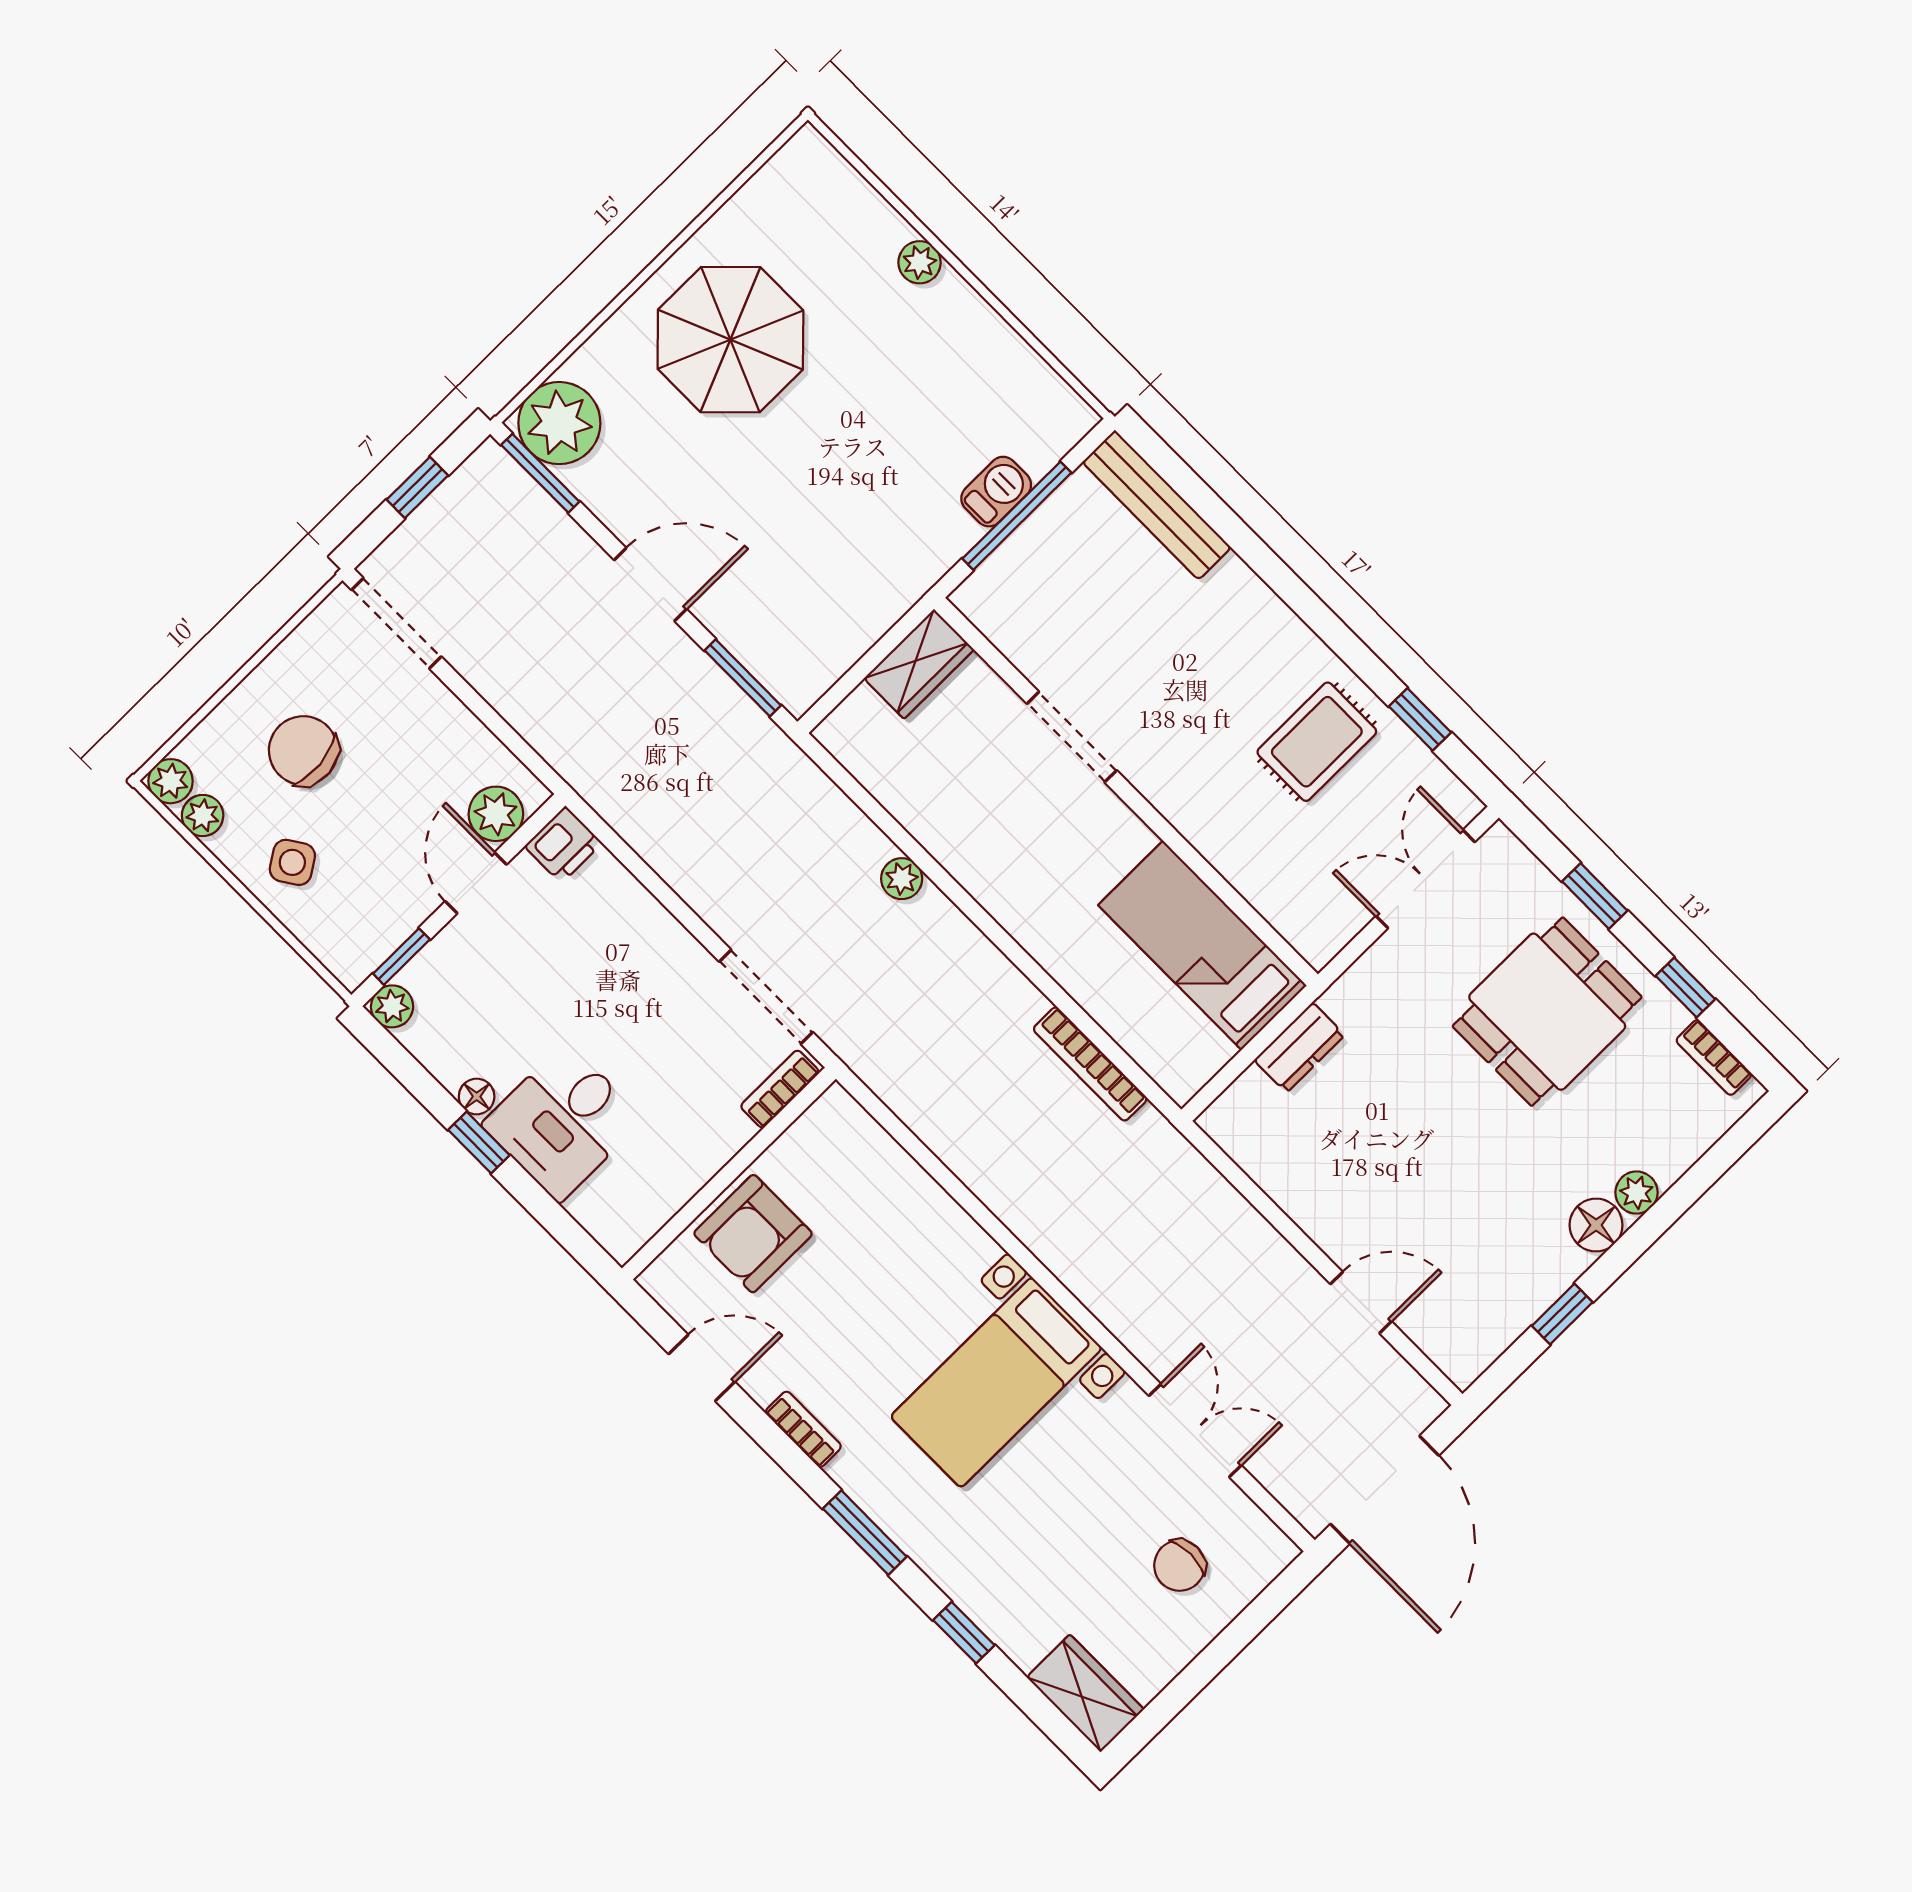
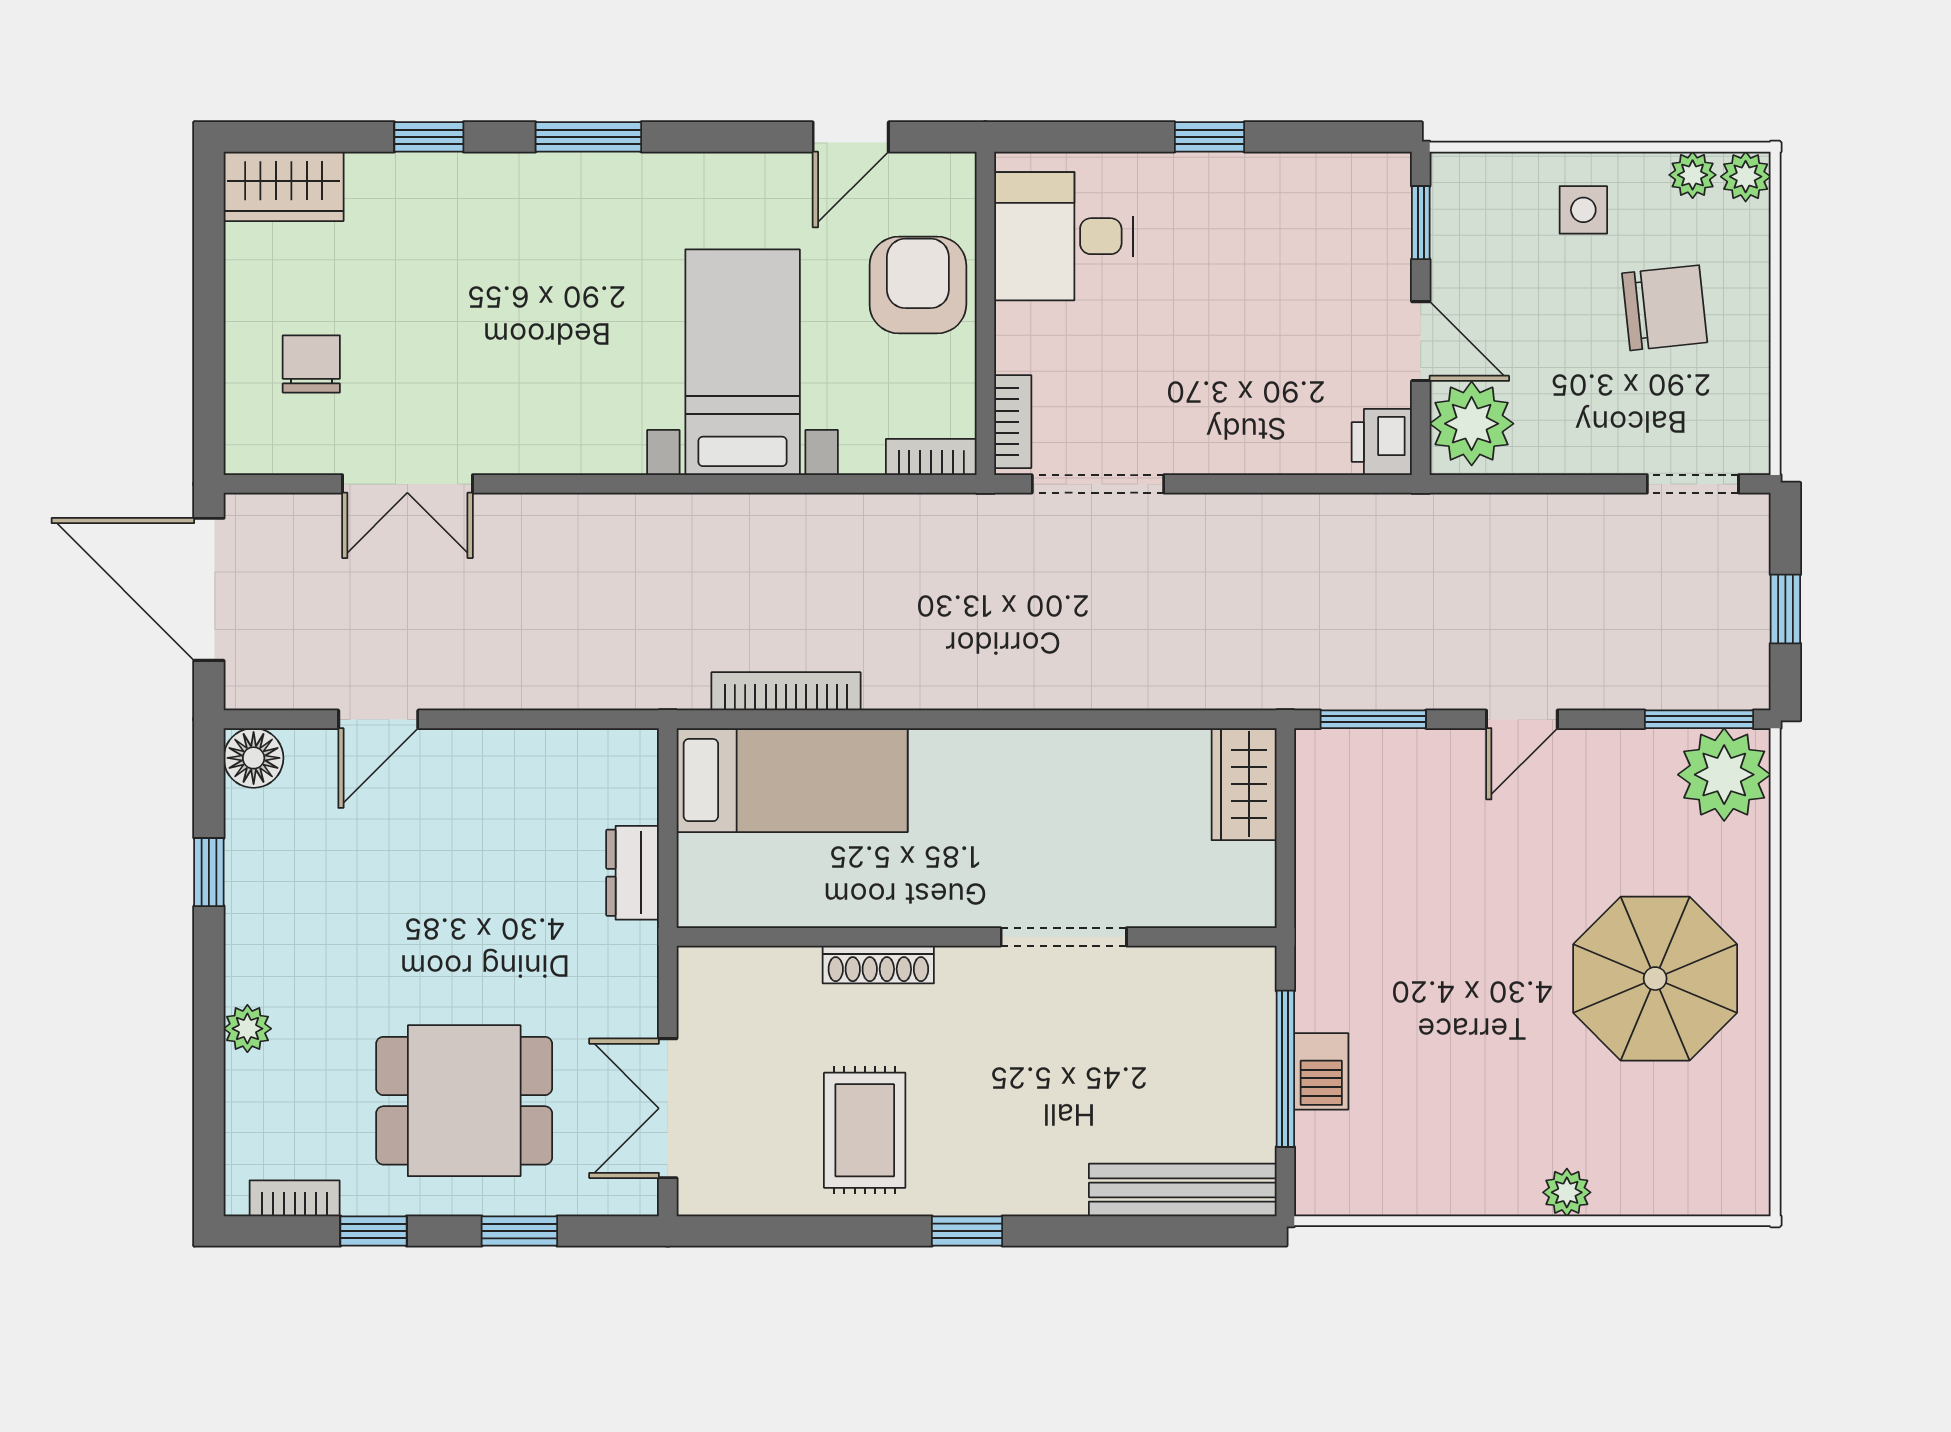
door: (650, 584) -> (1522, 719), width x0.73
doorway: (396, 623) -> (1693, 484), width x0.73
wardrobe: (919, 664) -> (1244, 784), moved
window: (1420, 719) -> (967, 1231), moved
plant: (496, 814) -> (1472, 424), width x1.36, depth x1.36
shoe rack: (1204, 836) -> (878, 965), added
side table: (292, 862) -> (1583, 210), turned 33
plant: (902, 879) -> (1085, 687), removed
double door: (1425, 879) -> (668, 1108), swing flipped
bed: (1202, 945) -> (792, 780), moved
plant: (392, 1006) -> (1388, 175), removed
dining table: (1547, 1012) -> (464, 1101), turned 90
floor lamp: (477, 1096) -> (1248, 172), removed
desk: (563, 1122) -> (1063, 236), moved, turned -90
floor lamp: (1596, 1225) -> (254, 758), moved
bed with nightstands: (996, 1382) -> (743, 362), moved
bookcase: (803, 1429) -> (931, 457), moved, turned 180

